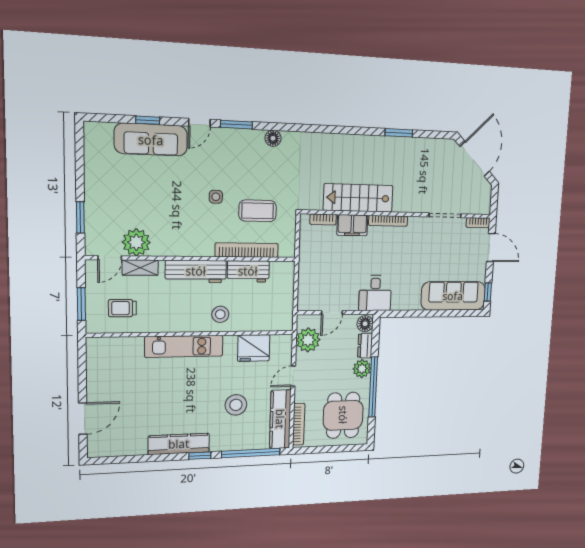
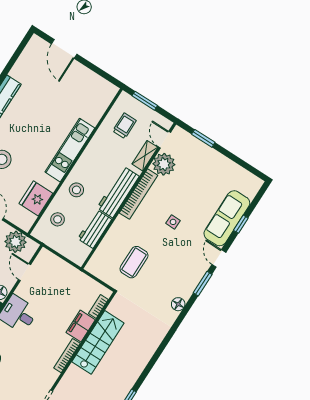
side table: (216, 197) -> (173, 222), moved
bookcase: (247, 250) -> (139, 194), moved
stool: (261, 314) -> (58, 219), added

